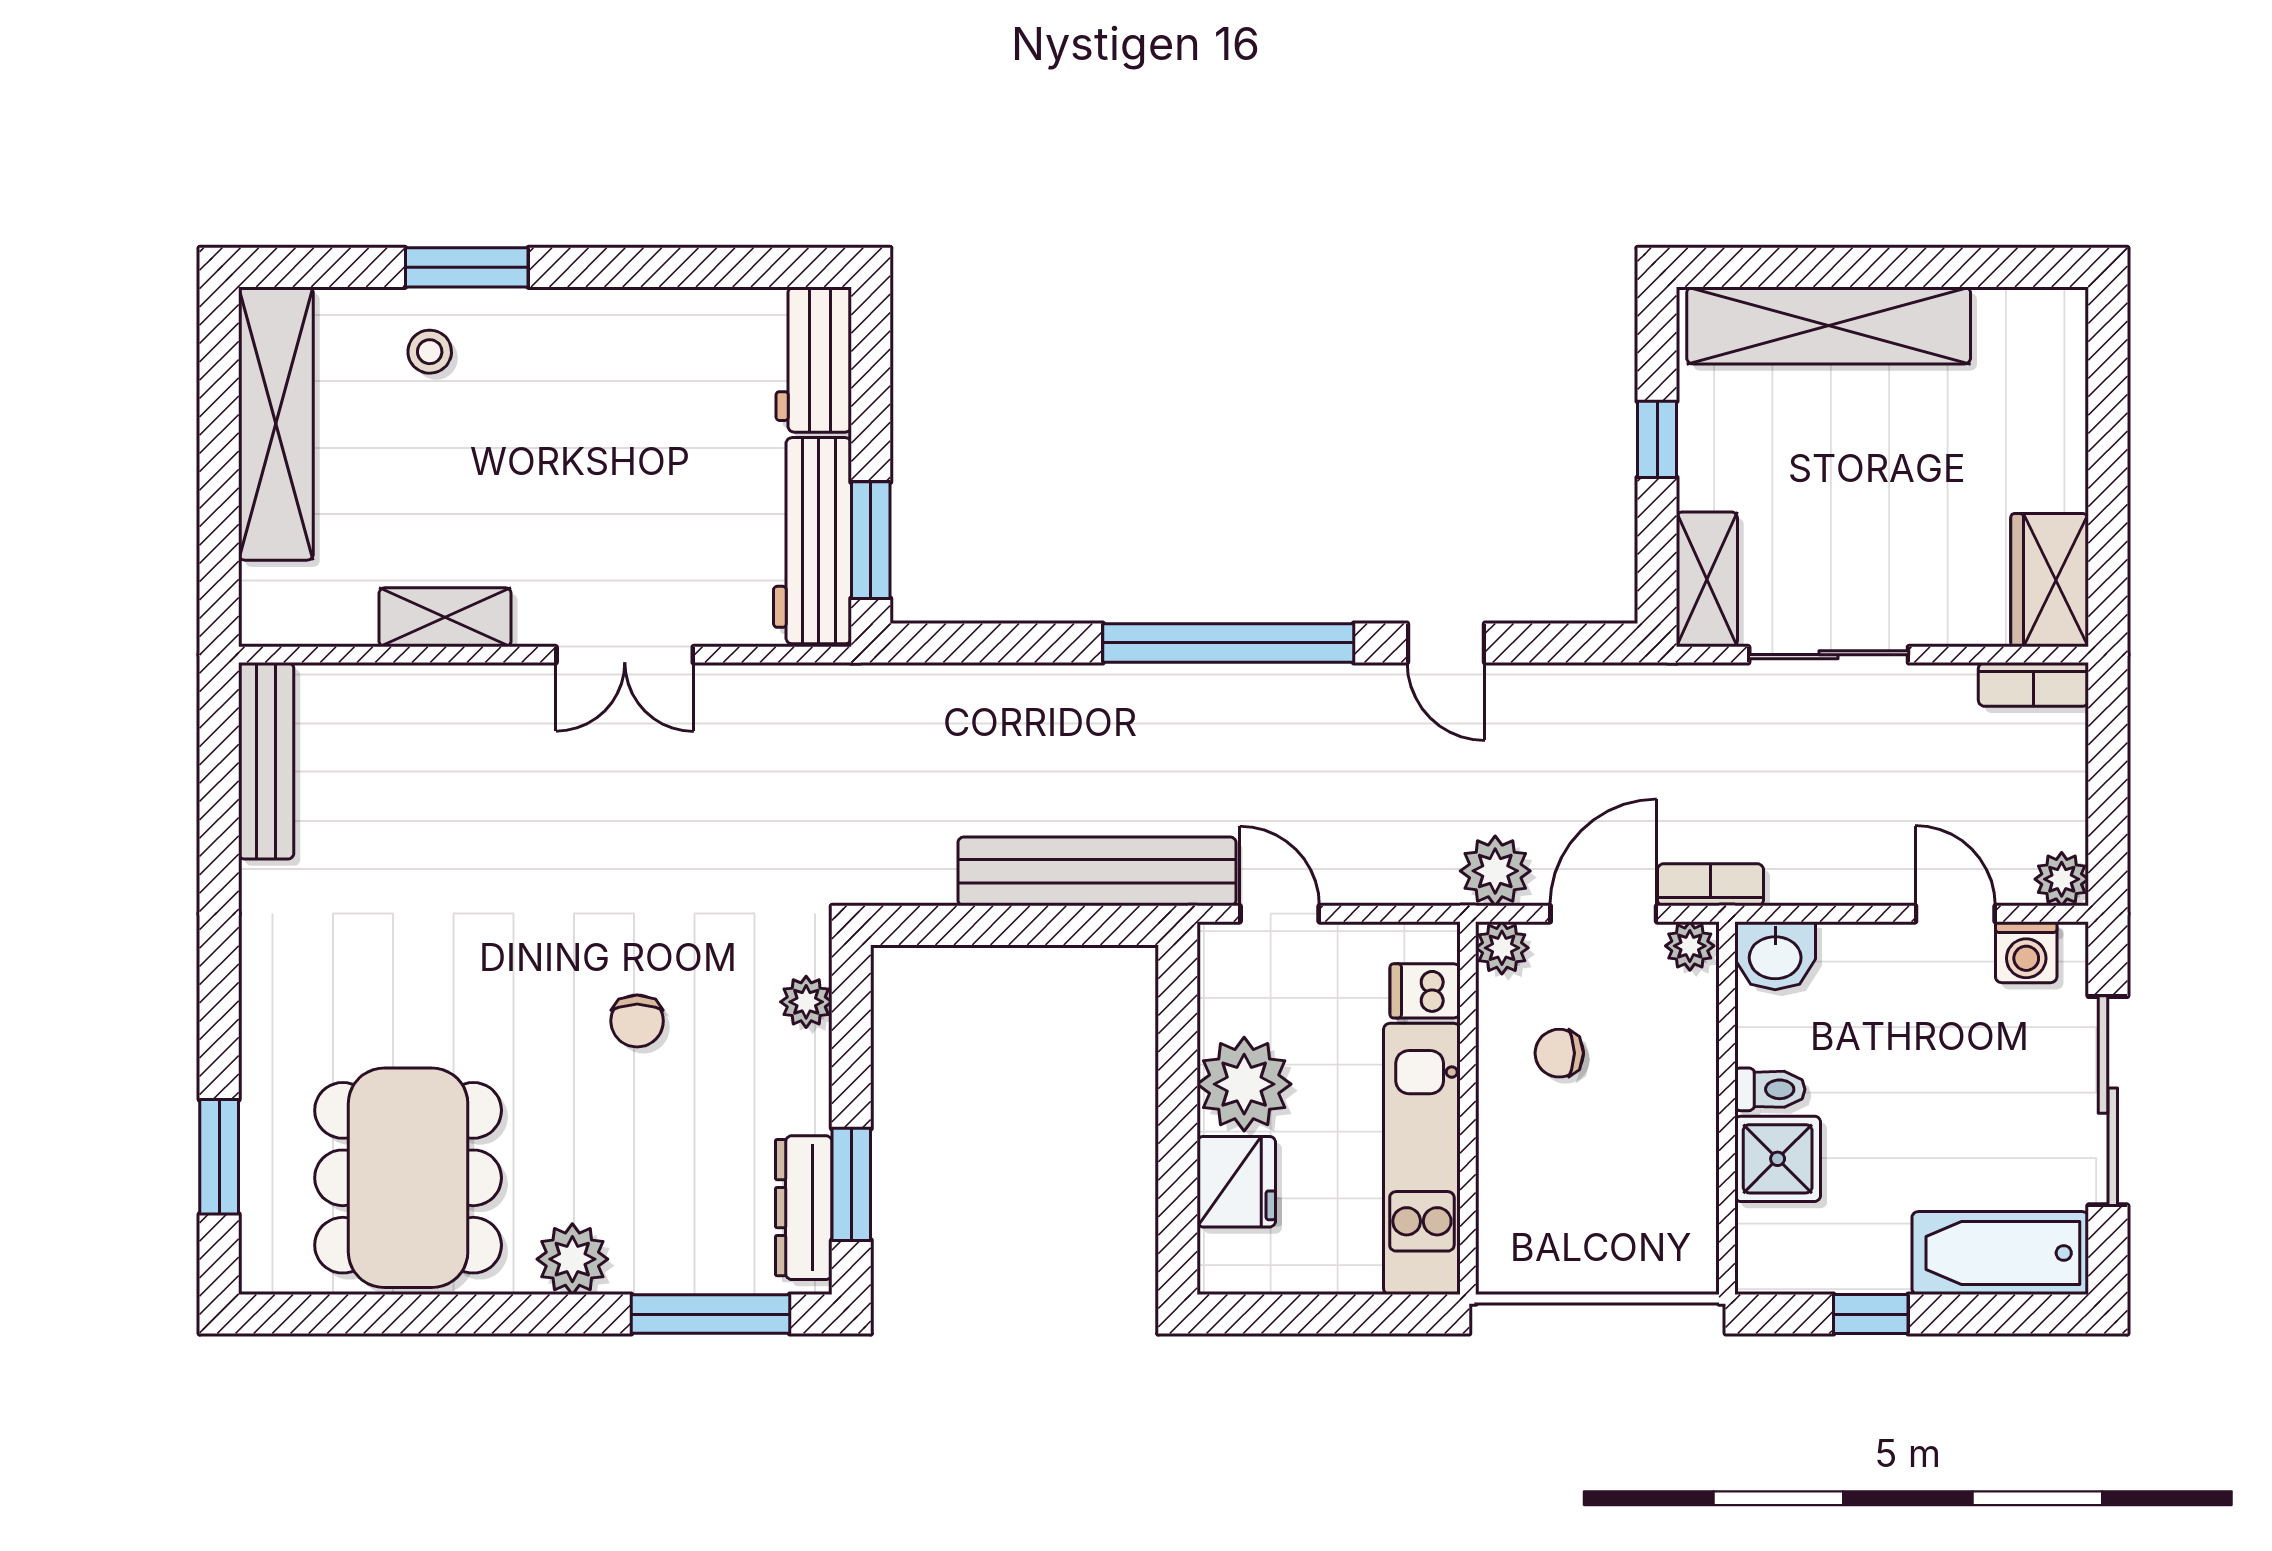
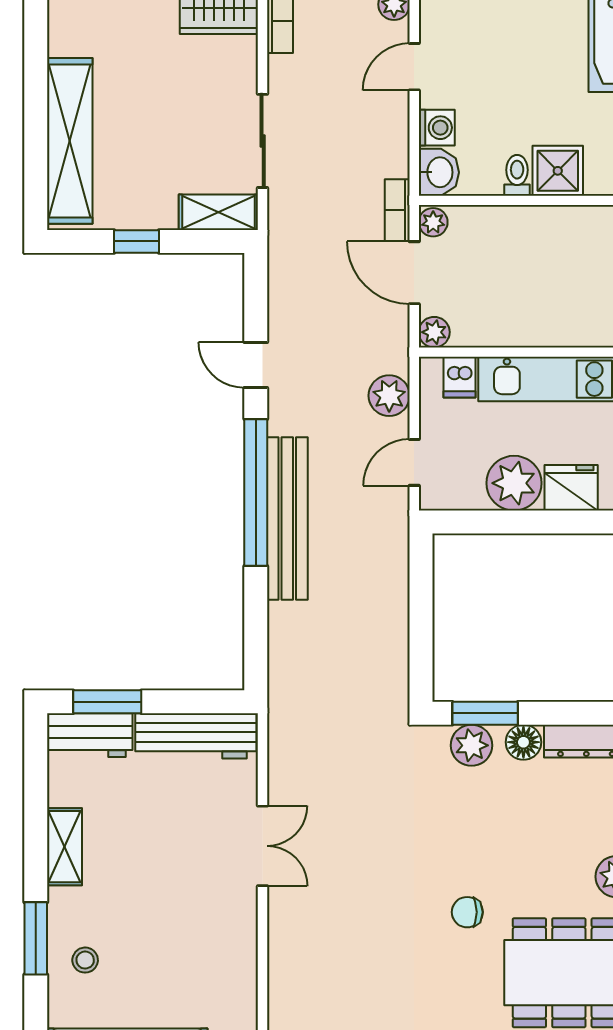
window: (871, 540) -> (107, 702), moved
shelving: (445, 617) -> (64, 847), moved
door: (1446, 643) -> (256, 365), swing flipped
bench: (1097, 871) -> (287, 519), moved
plant: (1495, 871) -> (389, 396), moved
washing machine: (2026, 952) -> (437, 128), moved
plant: (806, 1002) -> (471, 745), width x1.38, depth x1.38
chair: (637, 1021) -> (467, 912), moved, turned 180
chair: (1559, 1053) -> (496, 299), removed
floor lamp: (802, 1100) -> (523, 742), added
window: (851, 1184) -> (485, 713), moved

